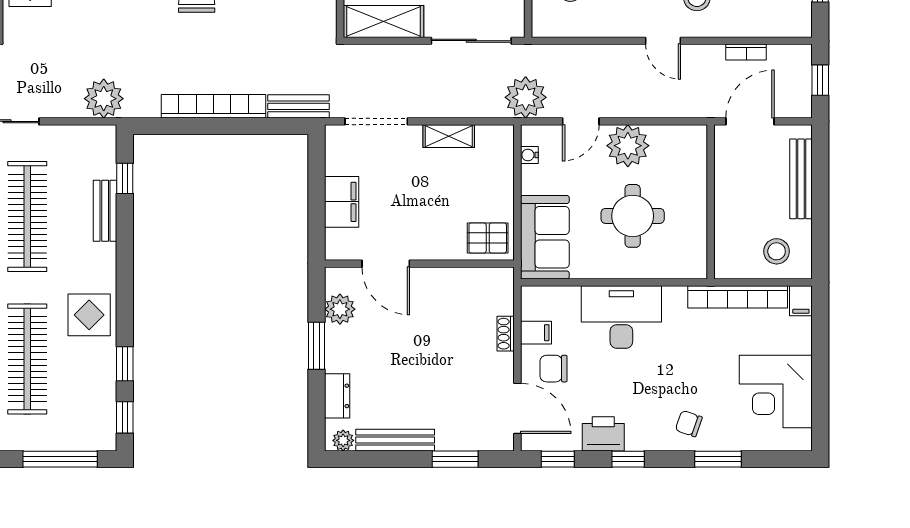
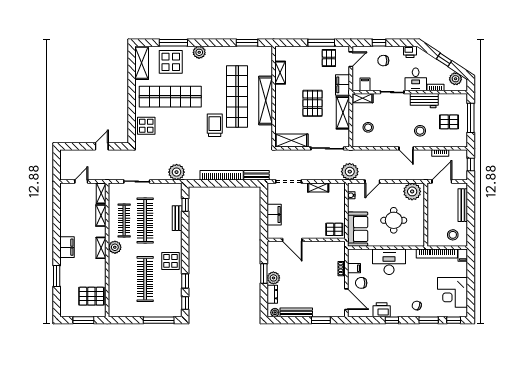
plant: (628, 146) -> (412, 191), moved
plant: (340, 309) -> (273, 278), moved
window: (558, 459) -> (454, 320), moved

